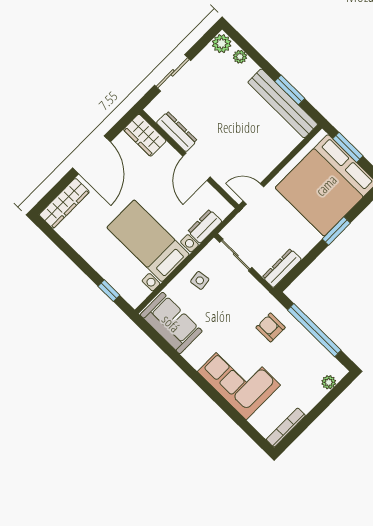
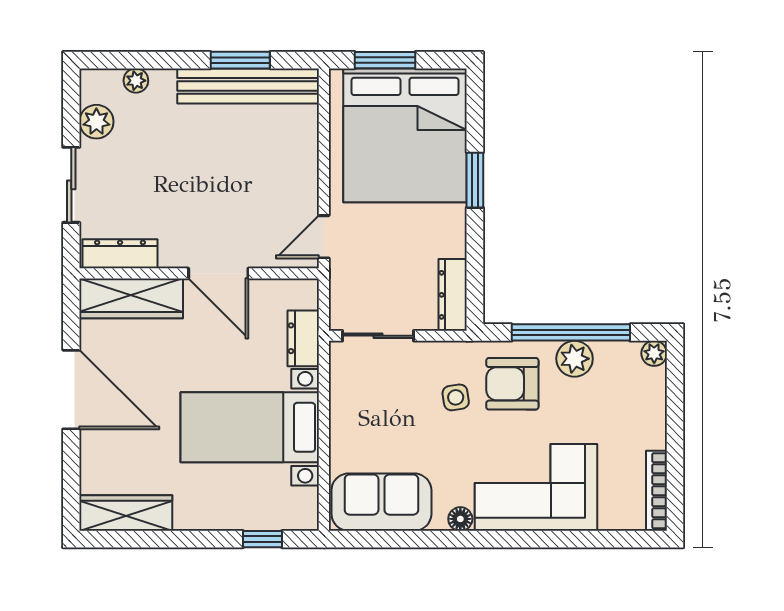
plant: (222, 44) -> (96, 122), moved
dresser: (177, 132) -> (120, 254), moved
wardrobe: (145, 135) -> (131, 298), width x1.50
wardrobe: (64, 203) -> (126, 513), moved, turned -90
side table: (200, 280) -> (456, 397), moved
armchair: (271, 328) -> (512, 384), width x1.38, depth x1.38
plant: (305, 342) -> (575, 359), added
floor lamp: (196, 361) -> (460, 519), added
plant: (329, 382) -> (654, 353), moved

